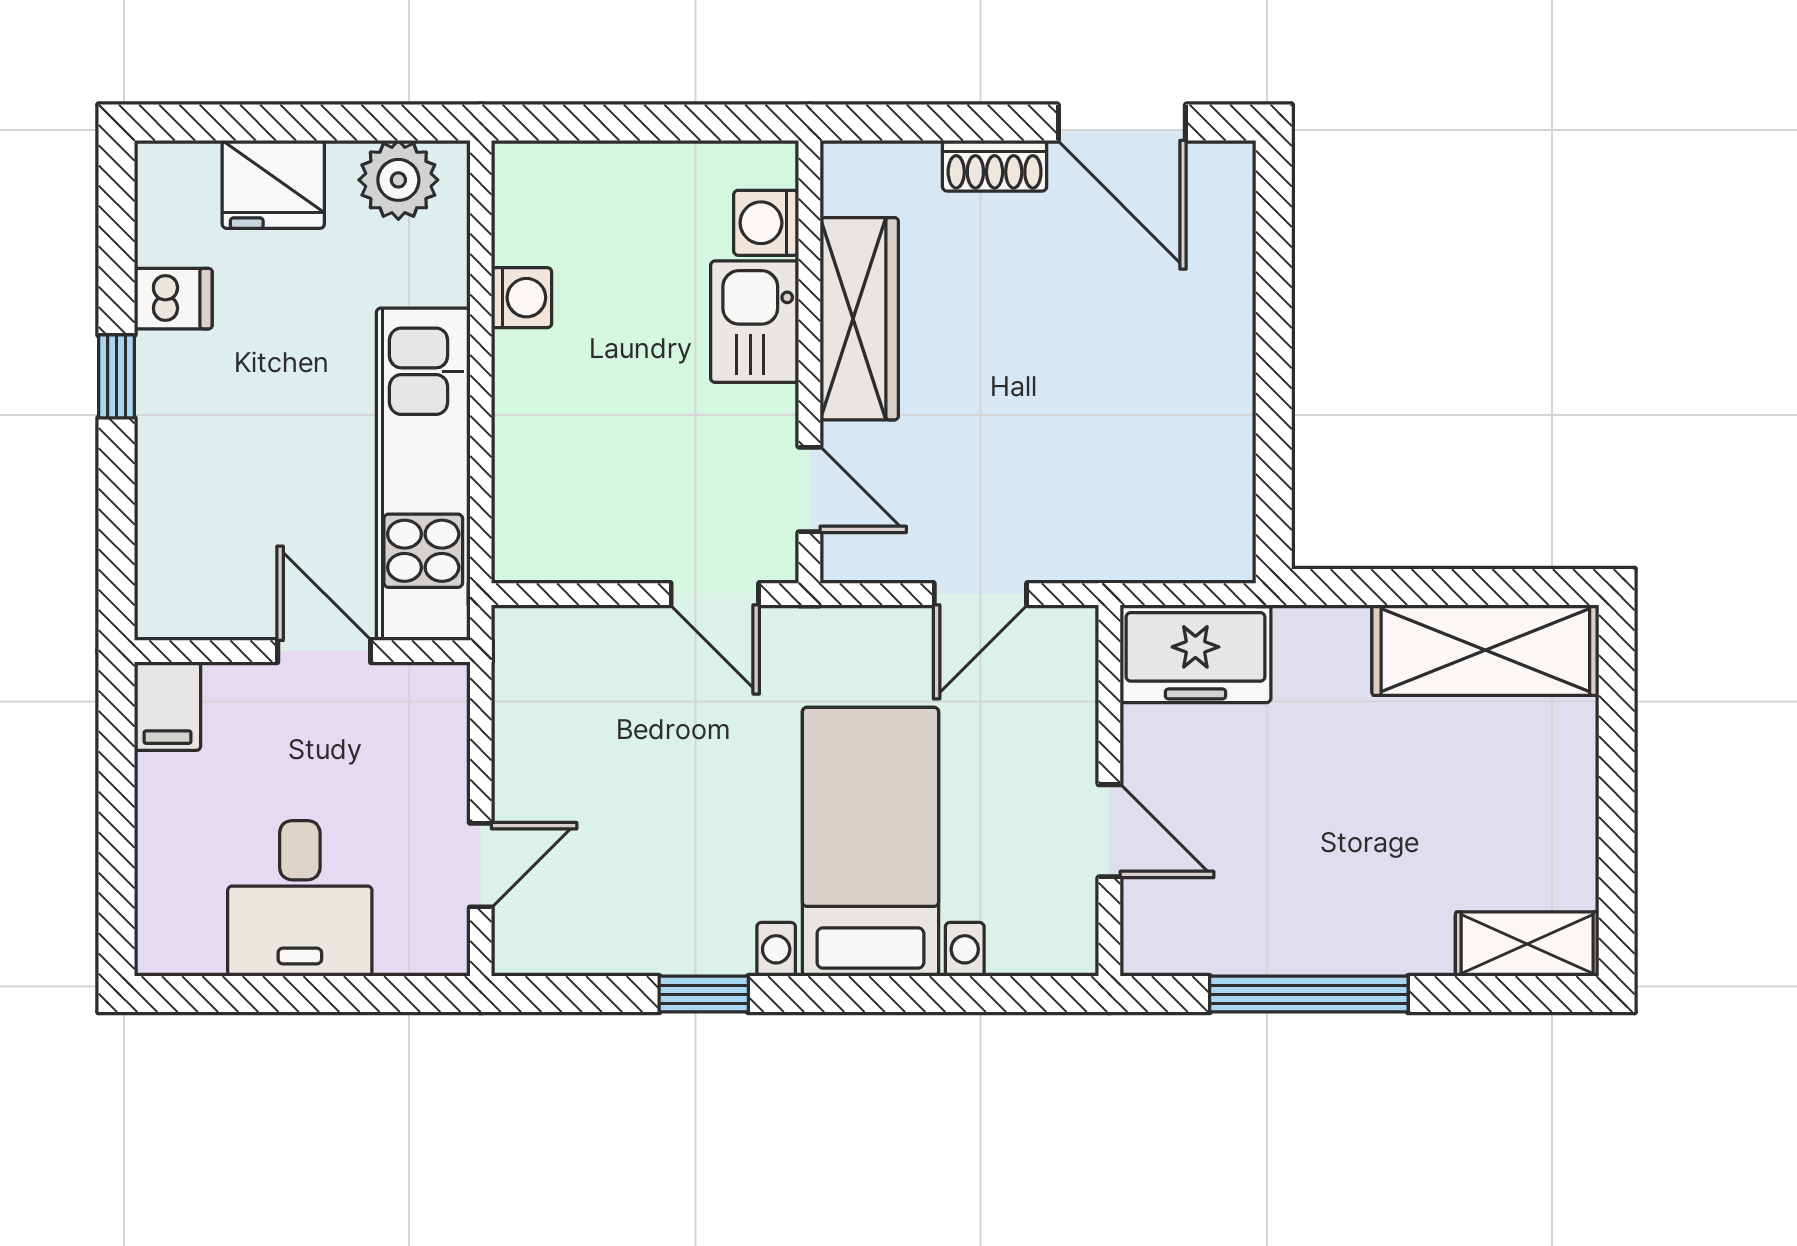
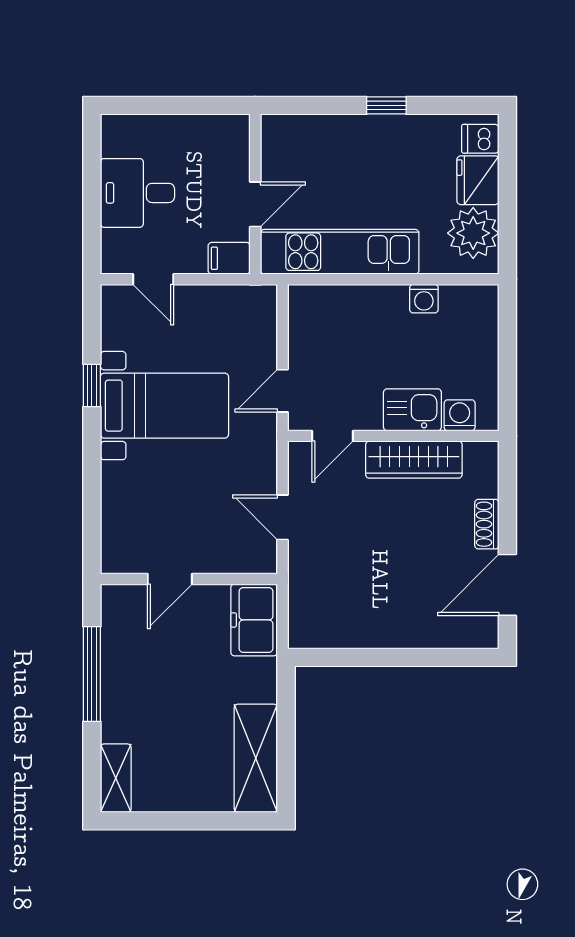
plant: (398, 180) -> (473, 233), width x1.36, depth x1.36
dishwasher: (173, 299) -> (480, 139), moved, turned 90
filing cabinet: (167, 706) -> (229, 258), moved
bed with nightstands: (870, 842) -> (164, 406), moved

